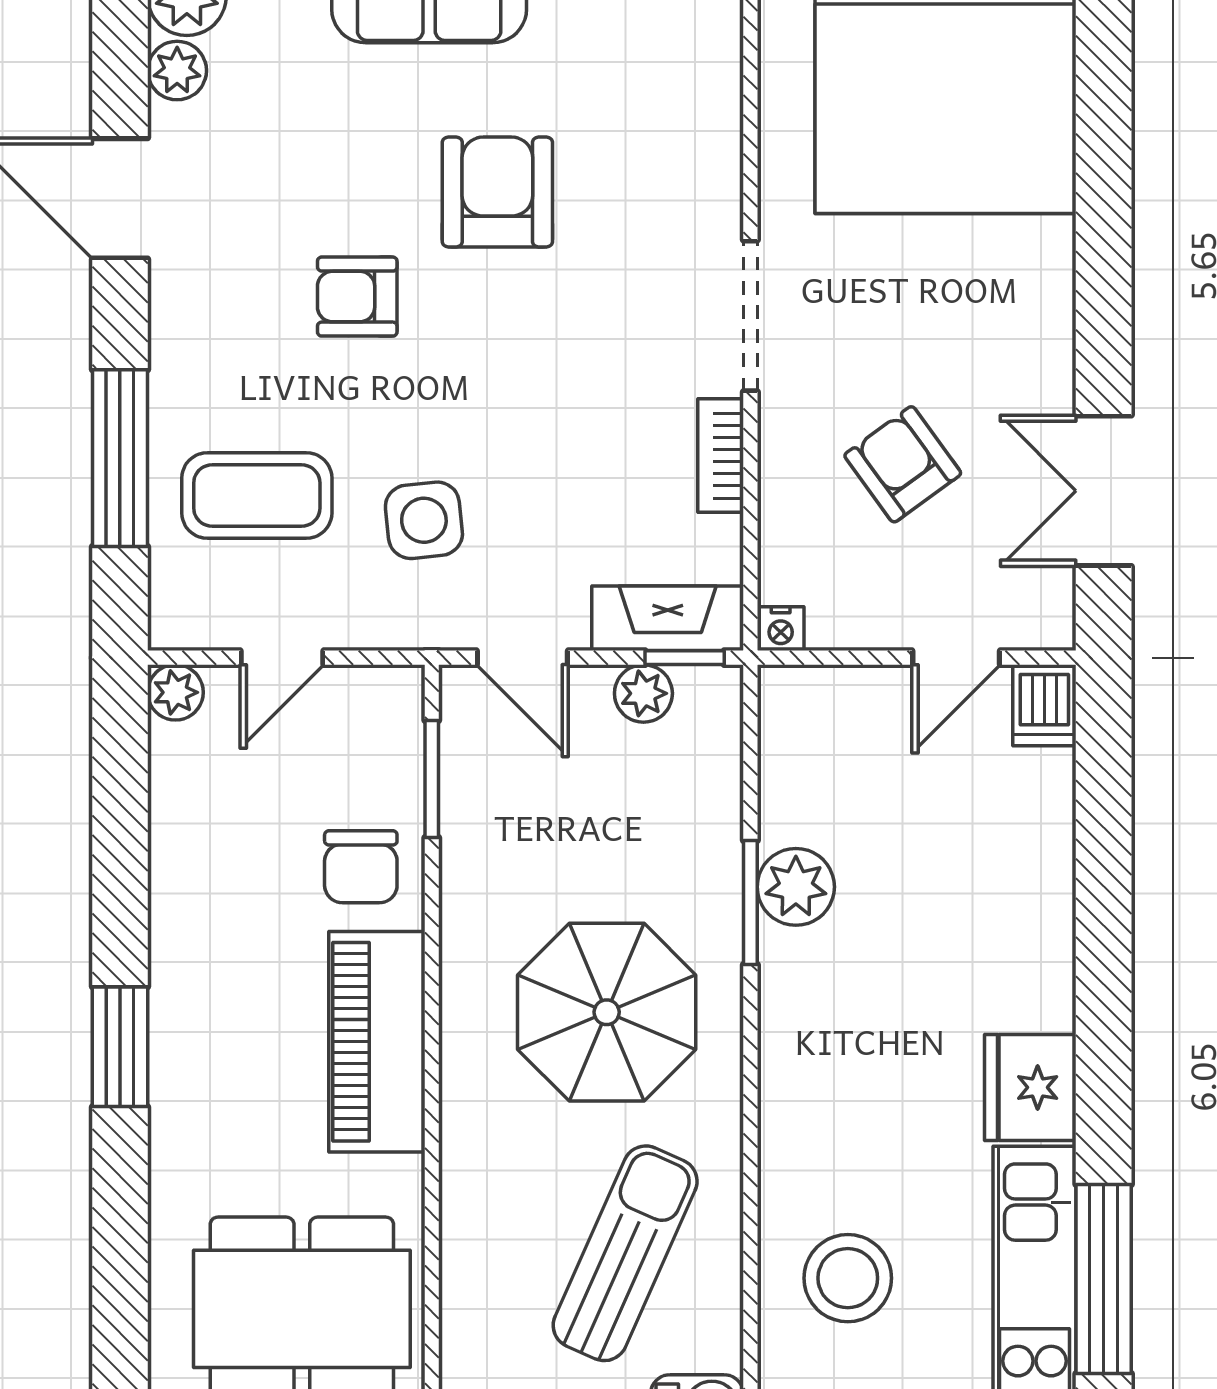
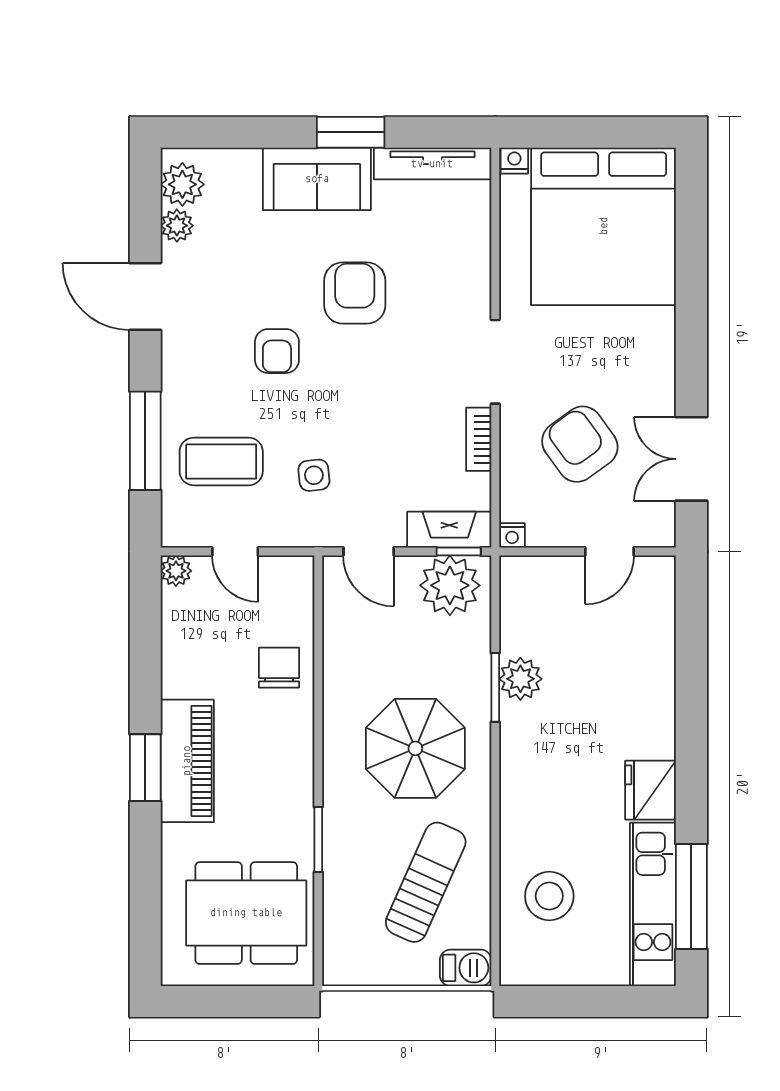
armchair: (357, 297) -> (277, 351), turned -90
armchair: (903, 464) -> (580, 444), width x1.38, depth x1.38
side table: (424, 520) -> (314, 475), width x0.73, depth x0.73
door: (282, 658) -> (235, 552), hinge flipped
plant: (643, 693) -> (450, 585), width x1.88, depth x1.88
dishwasher: (1044, 705) -> (658, 578), removed
window: (432, 779) -> (318, 839), moved
chair: (361, 867) -> (279, 668), turned 180
piano: (377, 1042) -> (187, 761), moved, turned 180

